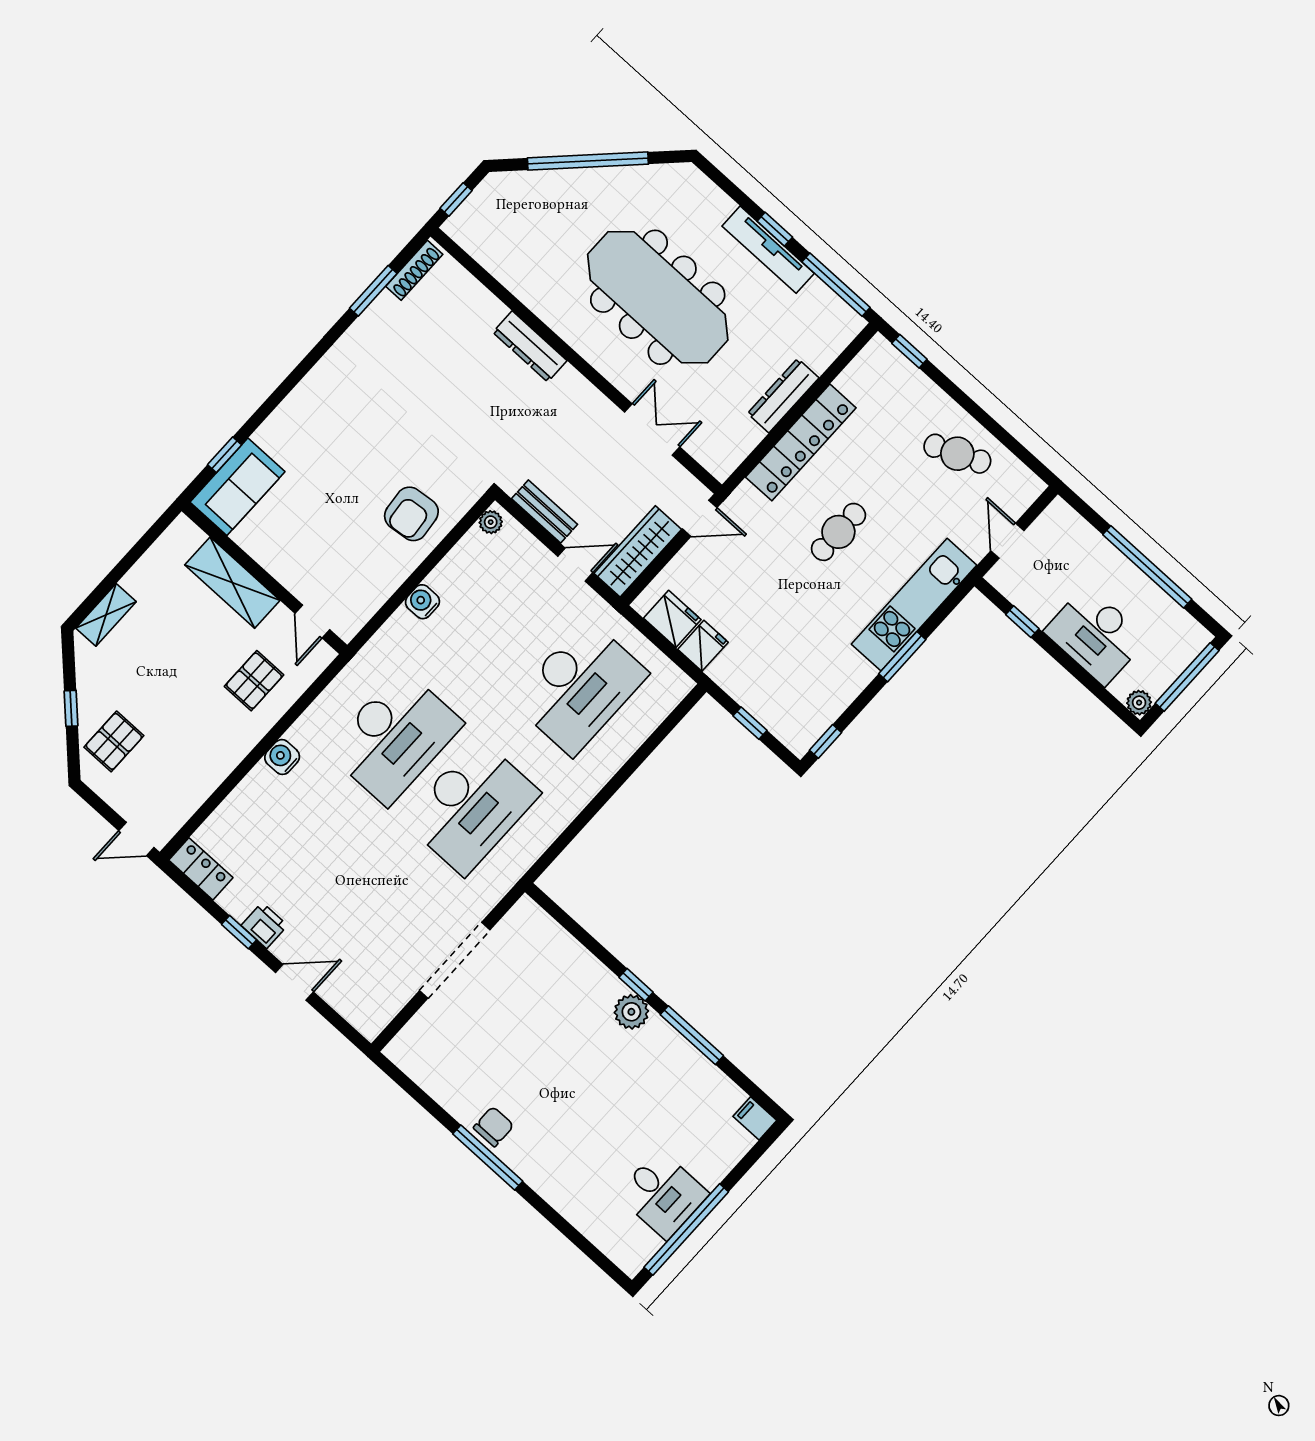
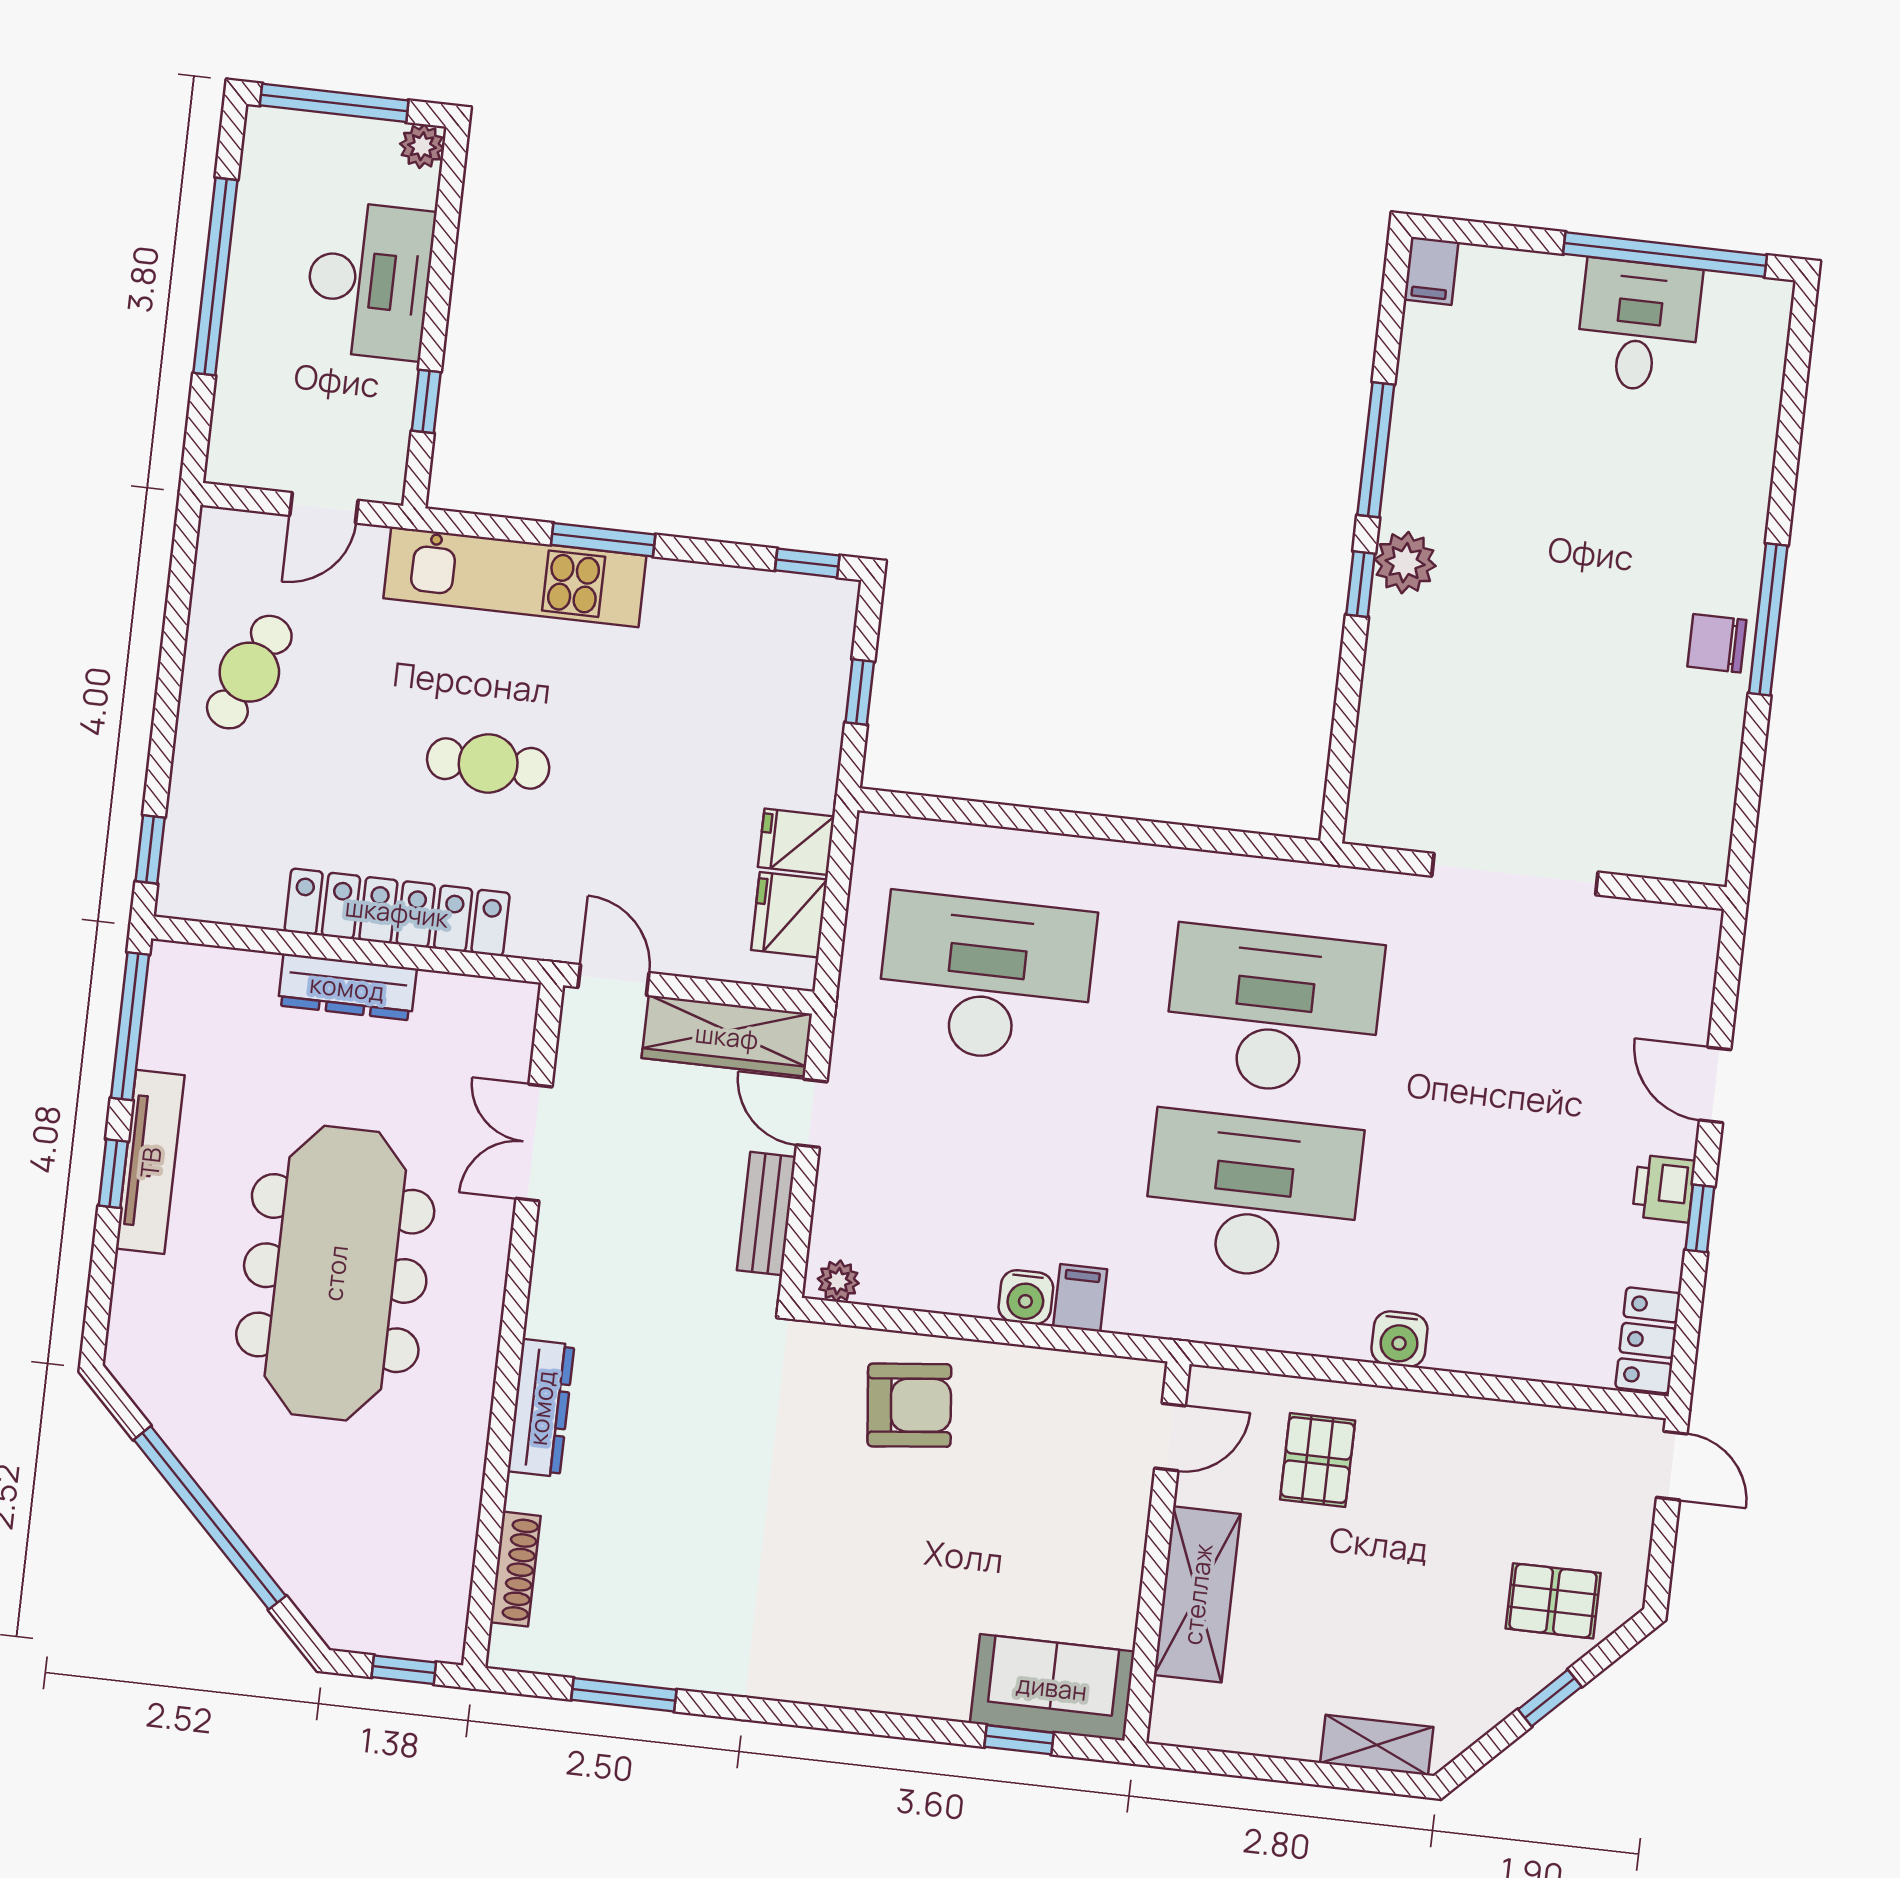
shoe rack: (414, 270) -> (515, 1569), moved, turned 90
cafe table: (957, 454) -> (249, 672), turned 47
filing cabinet: (404, 626) -> (1080, 1298), added
pallet: (254, 681) -> (1318, 1460), turned 90

